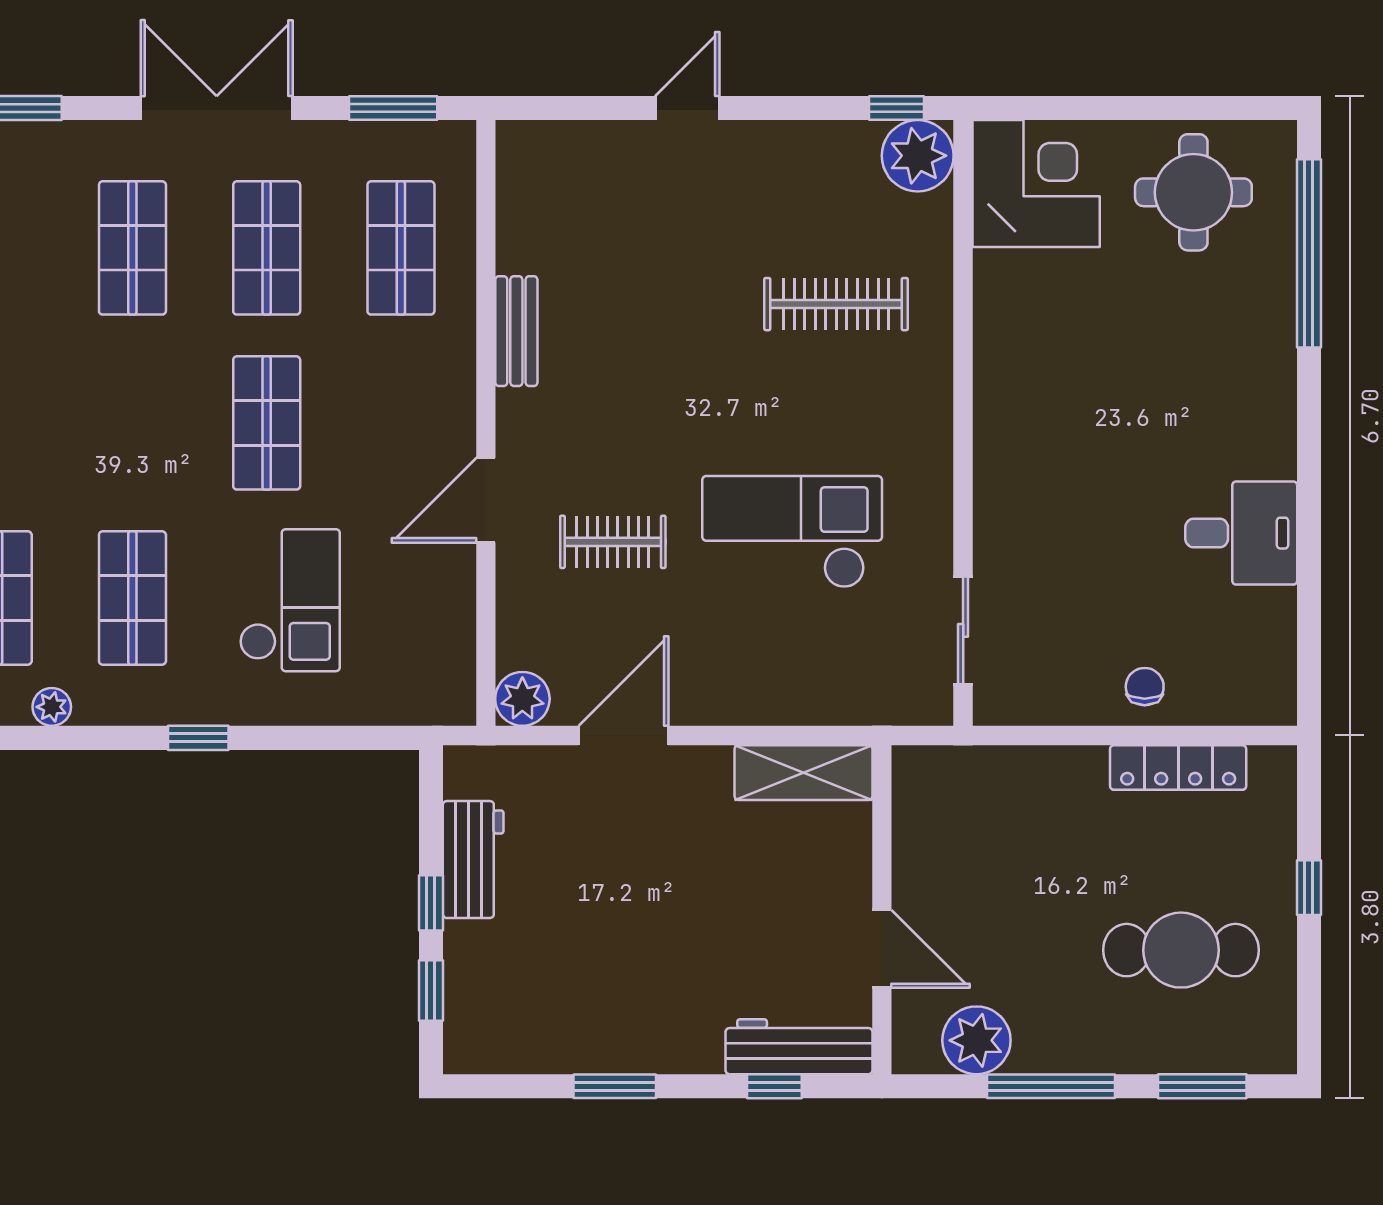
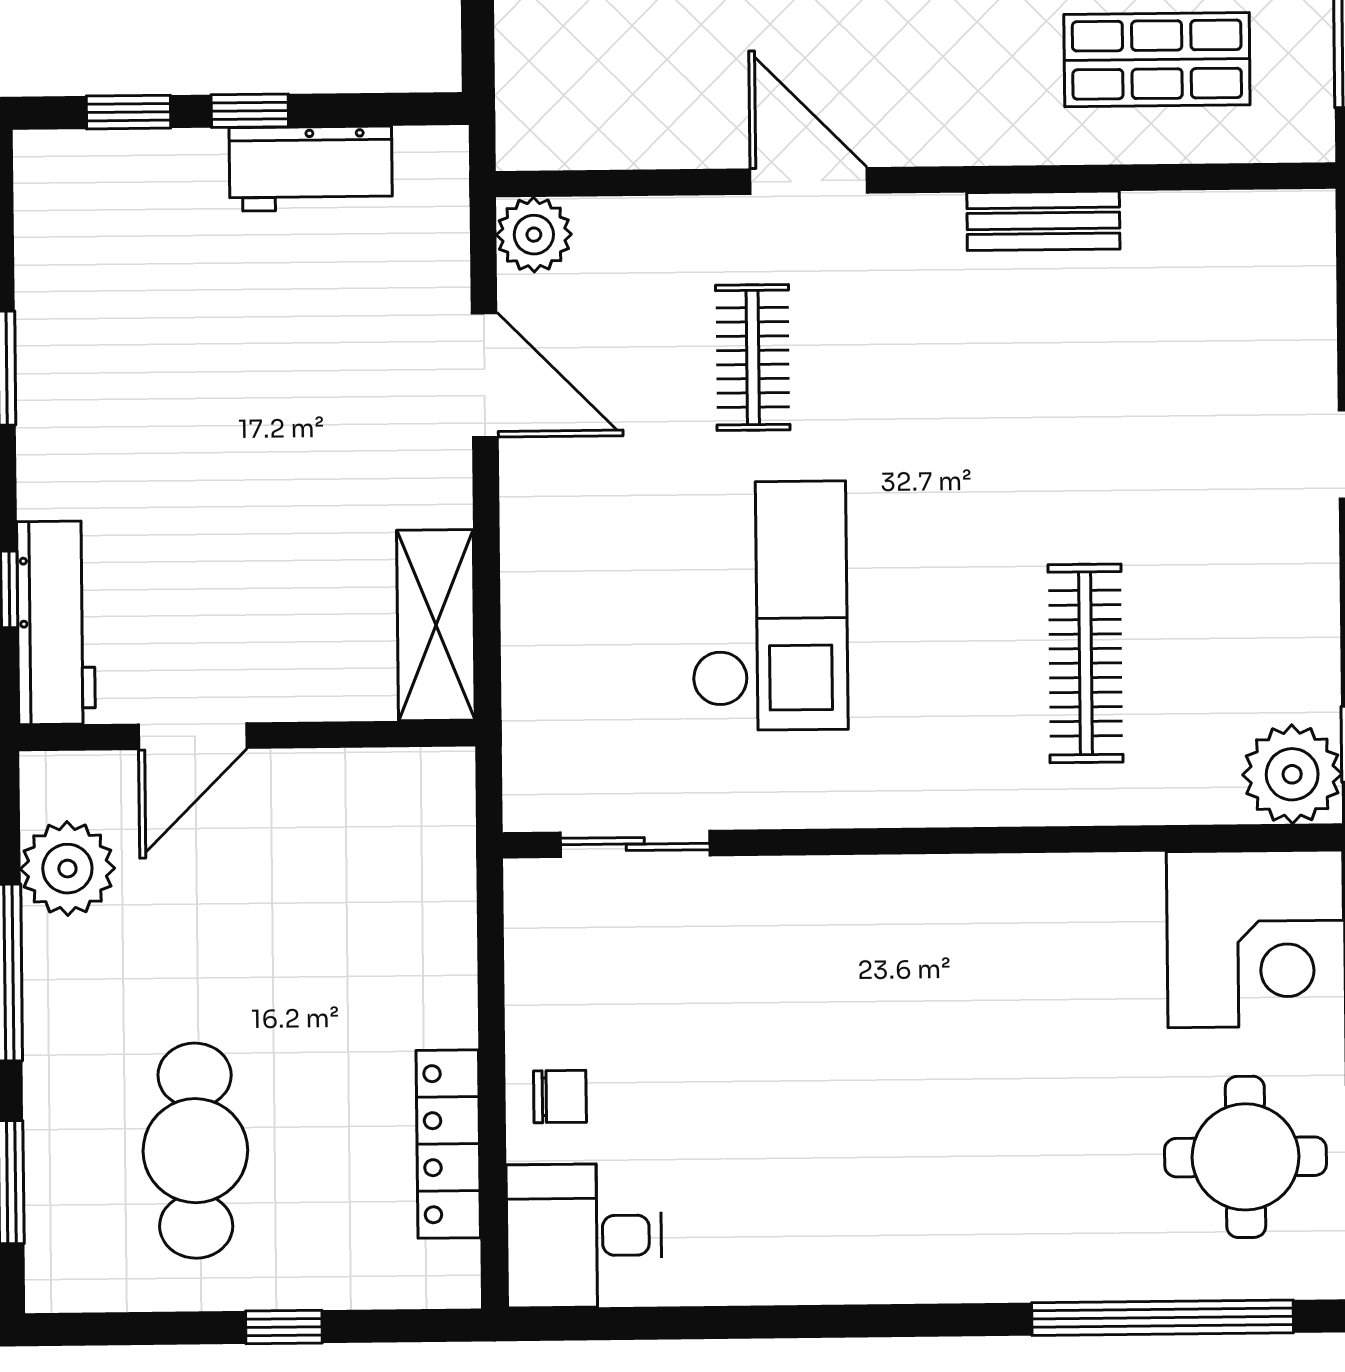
desk: (1241, 533) -> (584, 1236), moved, turned 90

